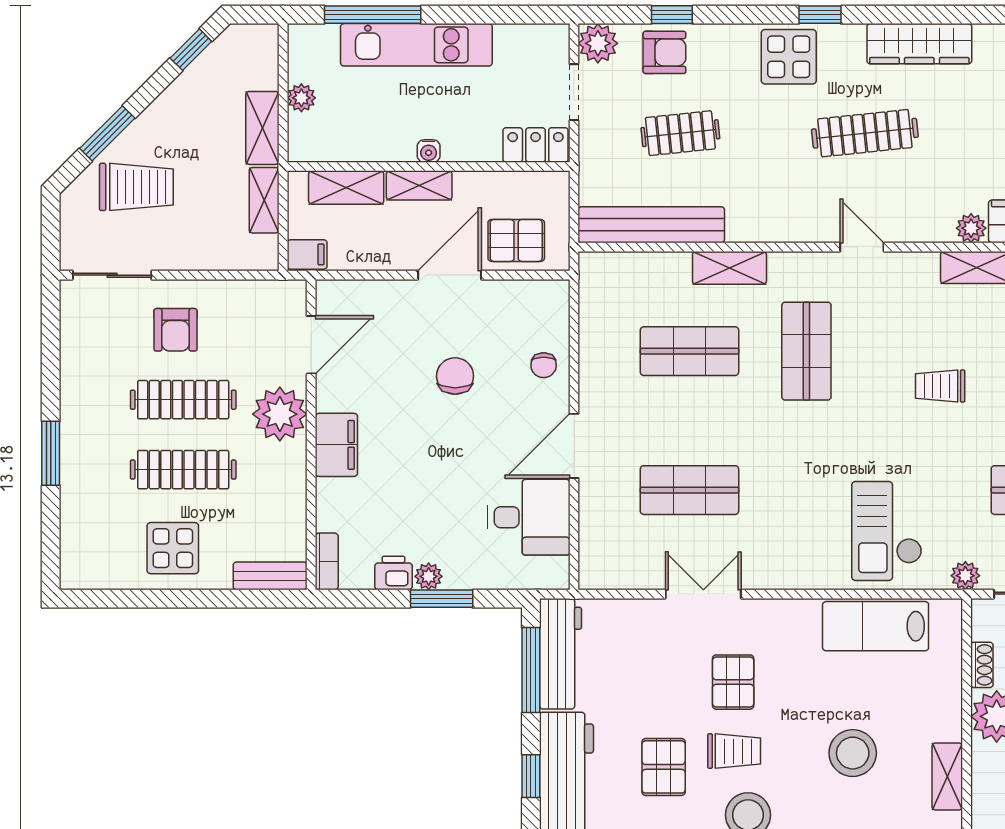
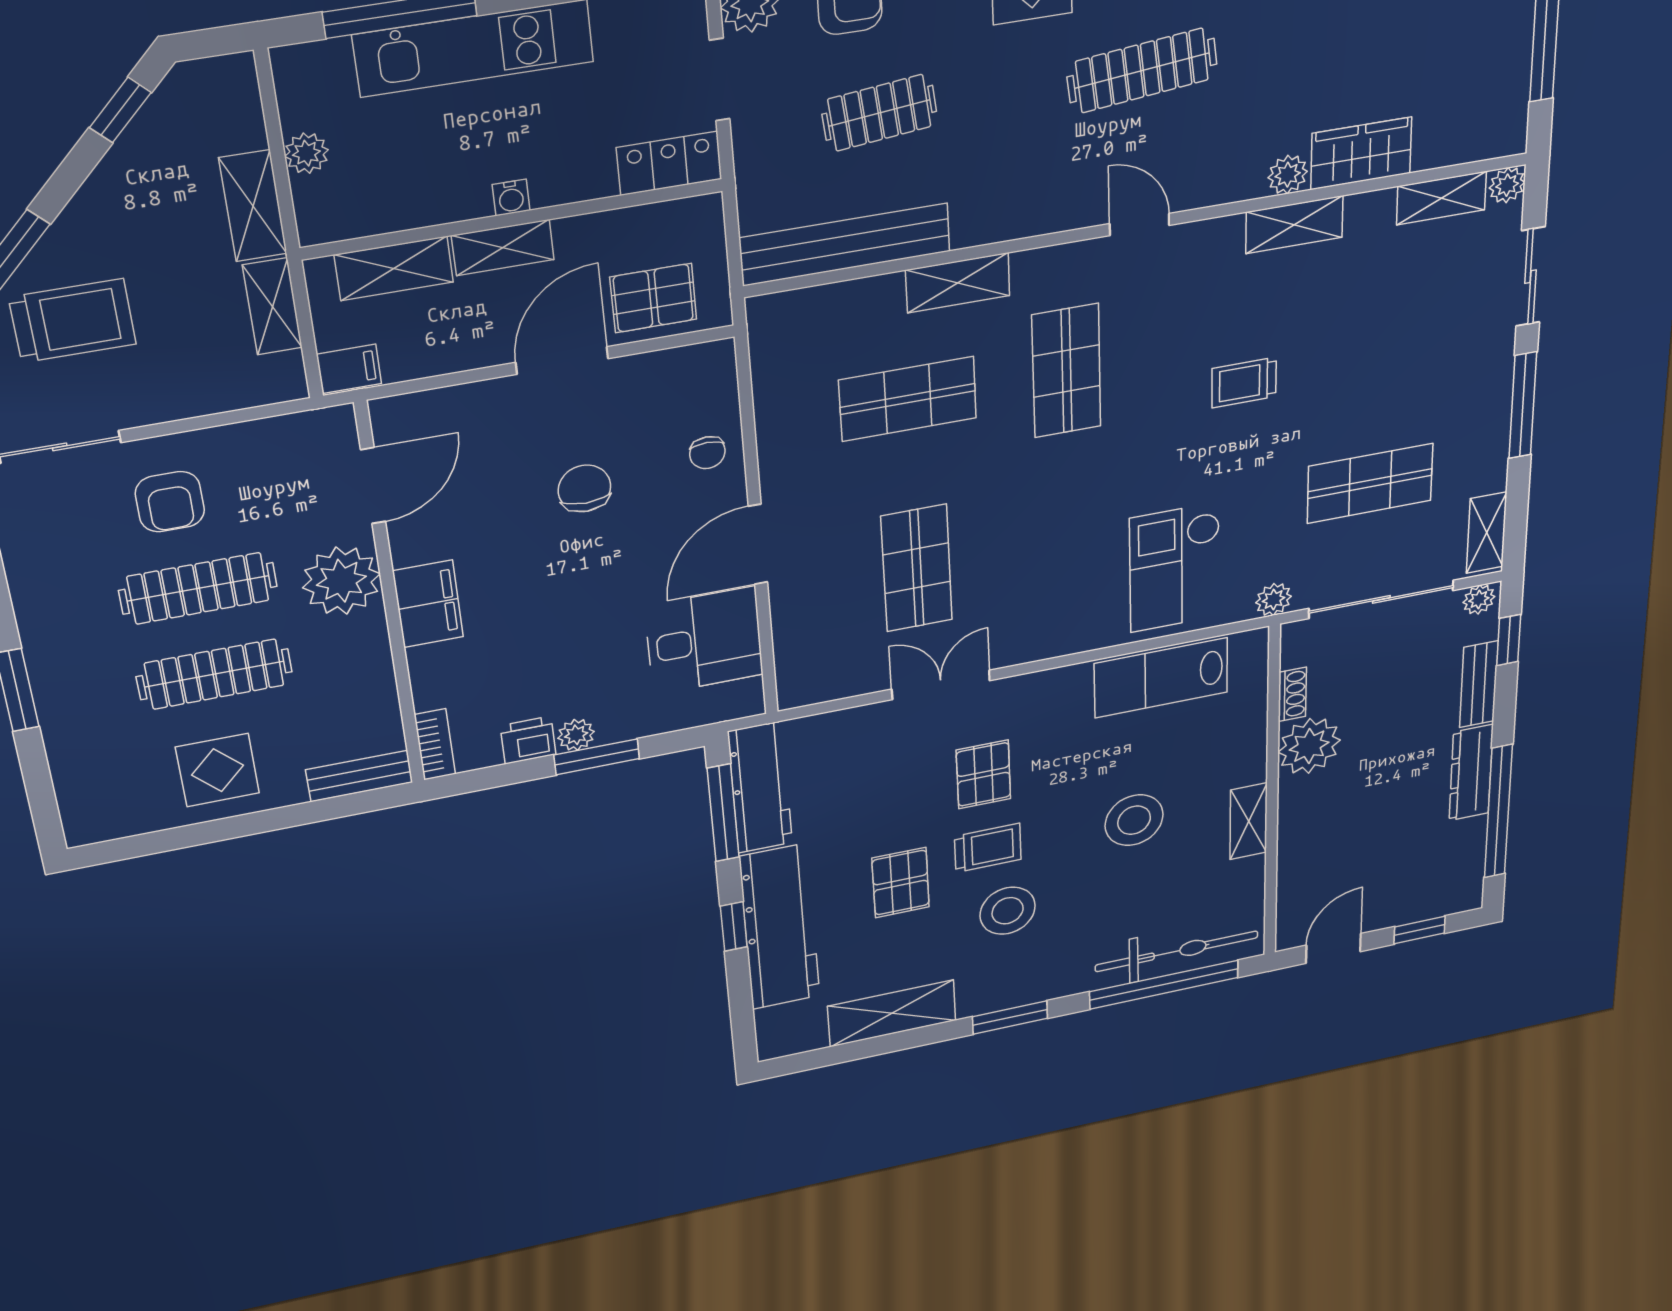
shop shelf: (689, 490) -> (917, 568), turned 90

